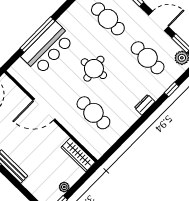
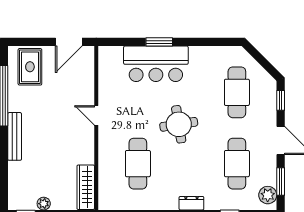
window: (37, 35) -> (159, 42), width x0.47
door: (44, 110) -> (96, 115), width x0.53

